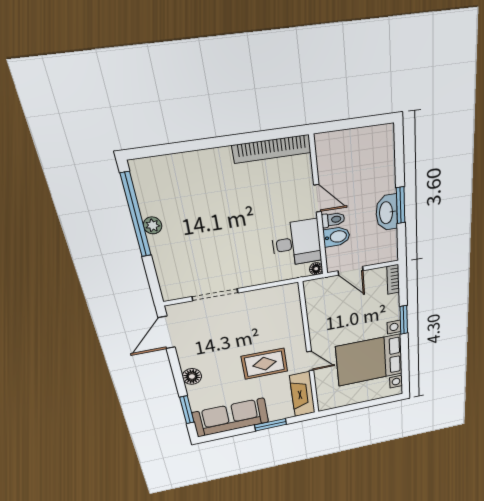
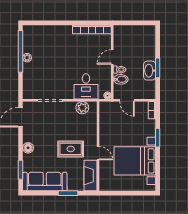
door: (318, 198) -> (112, 57), swing flipped
desk: (297, 243) -> (86, 86), moved, turned 90
plant: (274, 297) -> (82, 108), added

